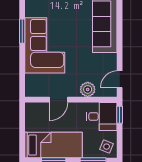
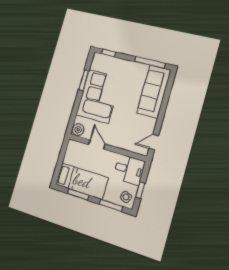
plant: (88, 89) -> (78, 130), moved
door: (58, 100) -> (97, 144), swing flipped
window: (120, 115) -> (140, 190), moved

